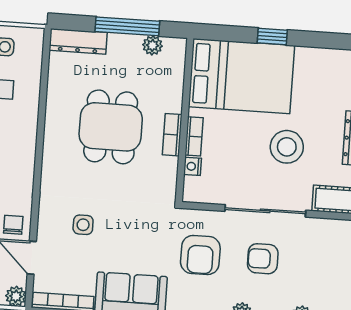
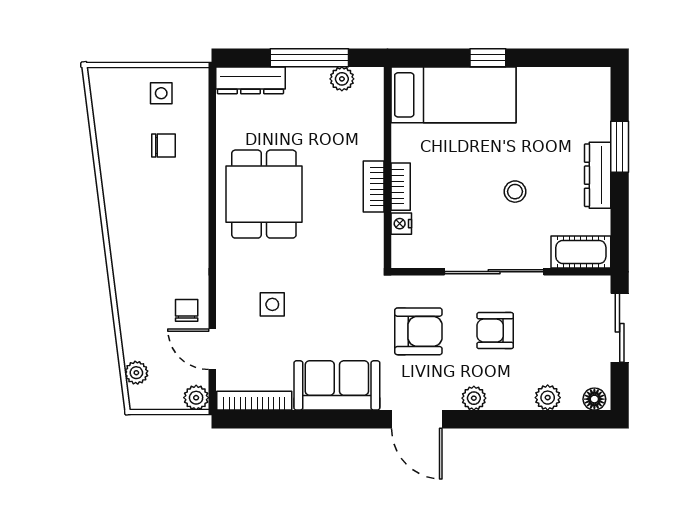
bed: (241, 76) -> (453, 95), width x0.67
dining table: (111, 127) -> (264, 194), moved
stool: (287, 147) -> (515, 192), width x0.53, depth x0.53
armchair: (200, 255) -> (418, 331), turned -90

